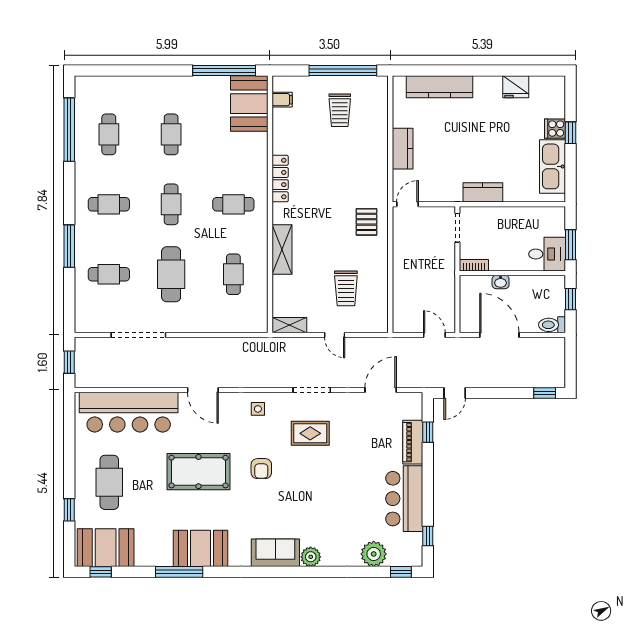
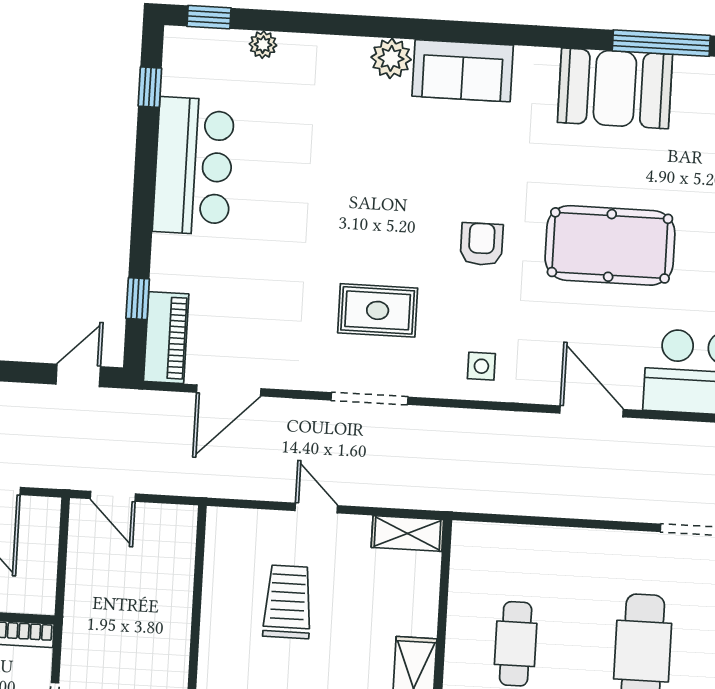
piano: (413, 442) -> (166, 338), moved
plant: (374, 554) -> (263, 45), width x0.53, depth x0.53

